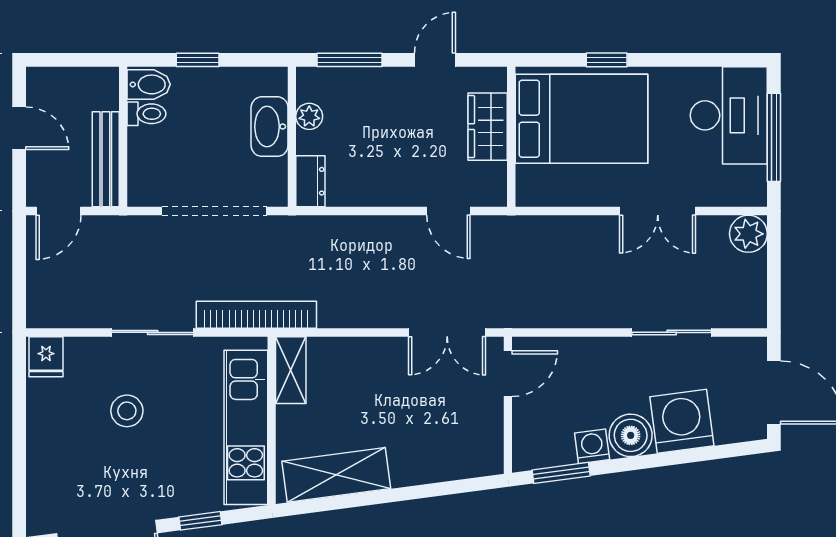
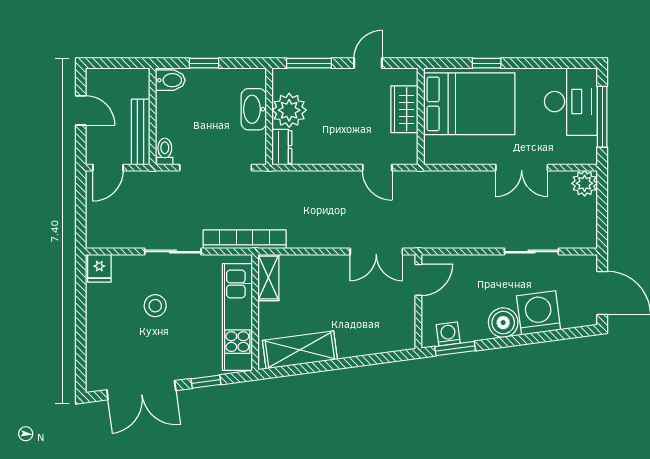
toilet: (146, 114) -> (165, 151), moved, turned -90
plant: (309, 116) -> (289, 110), width x1.87, depth x1.87
washing machine: (592, 446) -> (448, 334), moved

